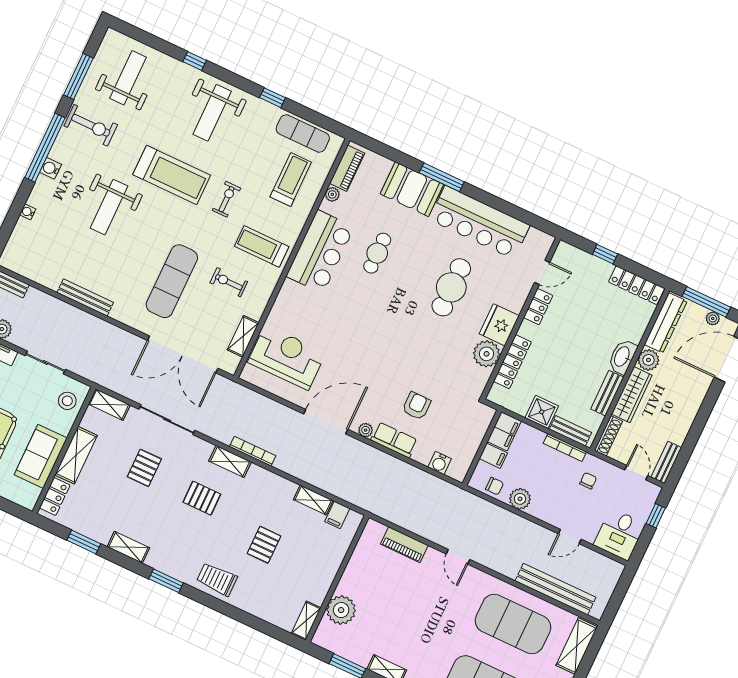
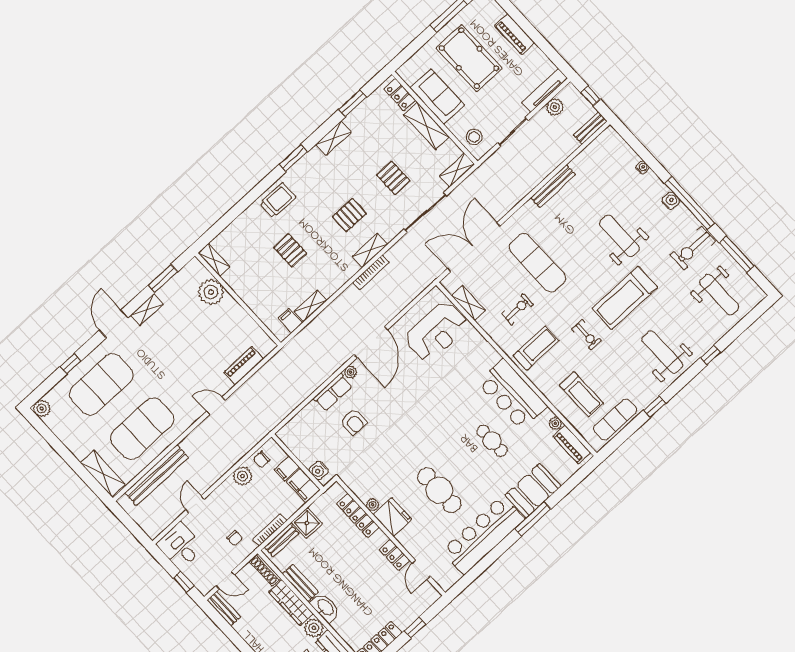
plant: (487, 354) -> (373, 505), width x0.53, depth x0.53
water cooler: (440, 463) -> (319, 470), moved, turned -90

